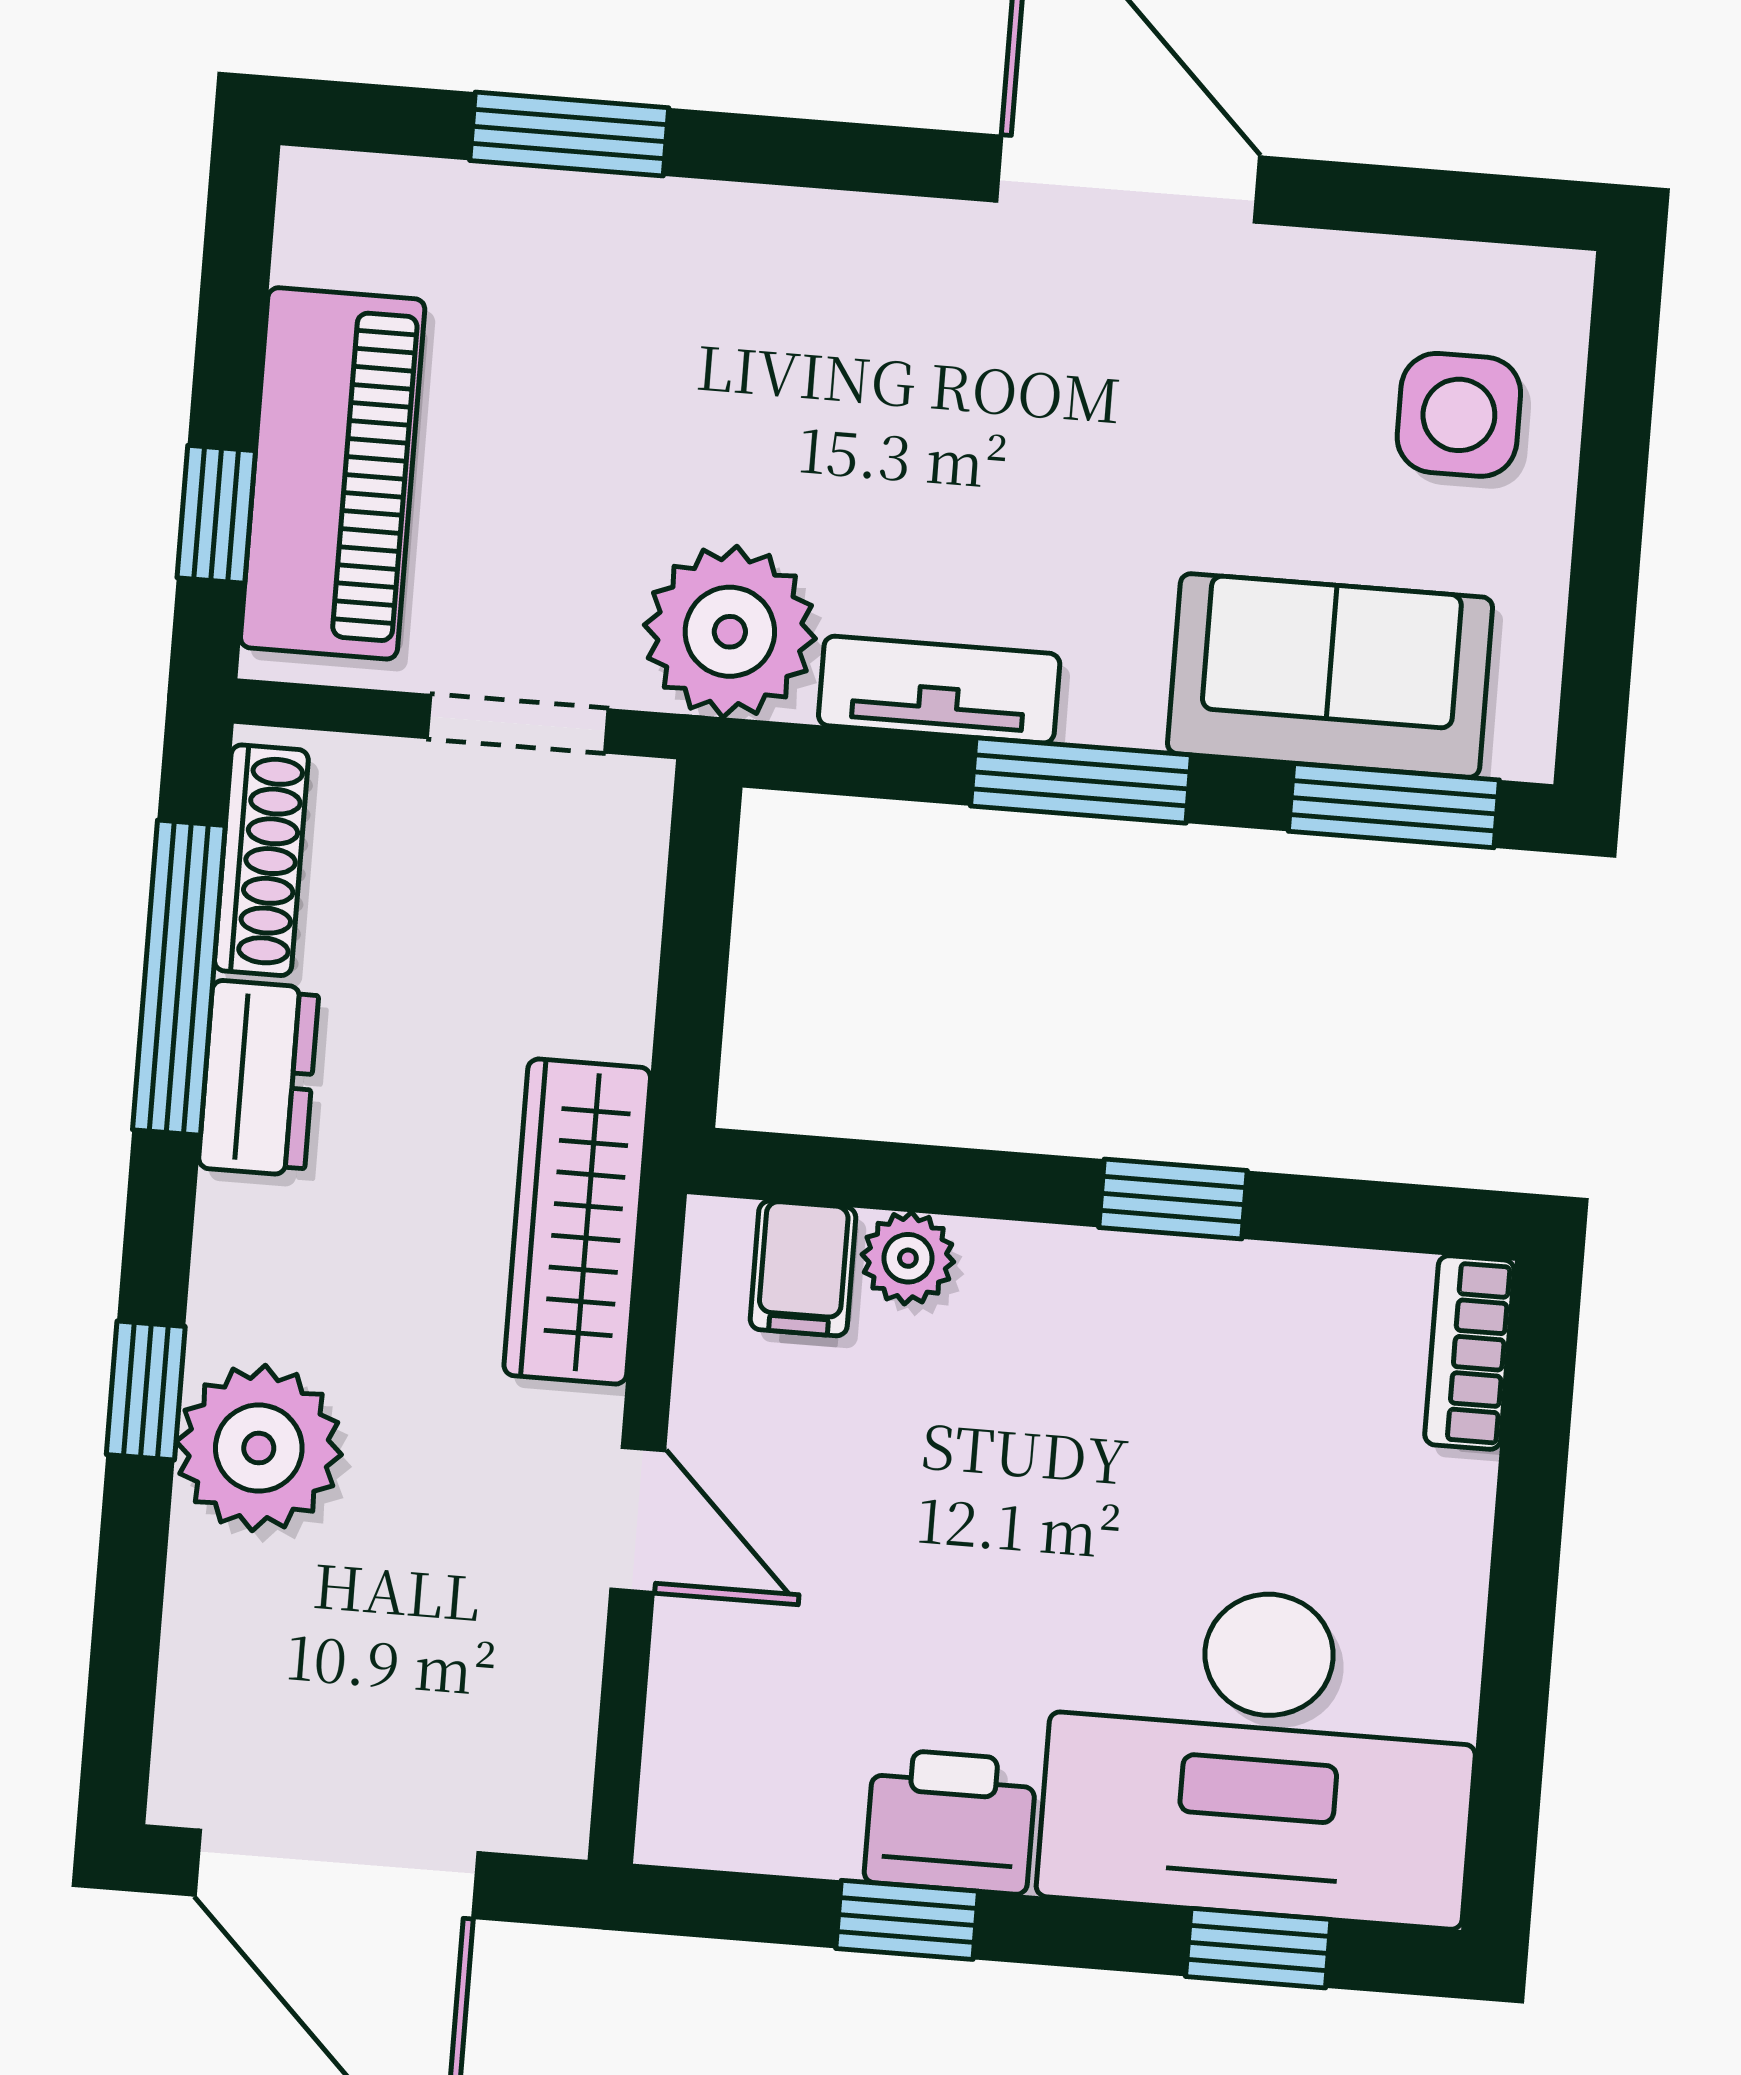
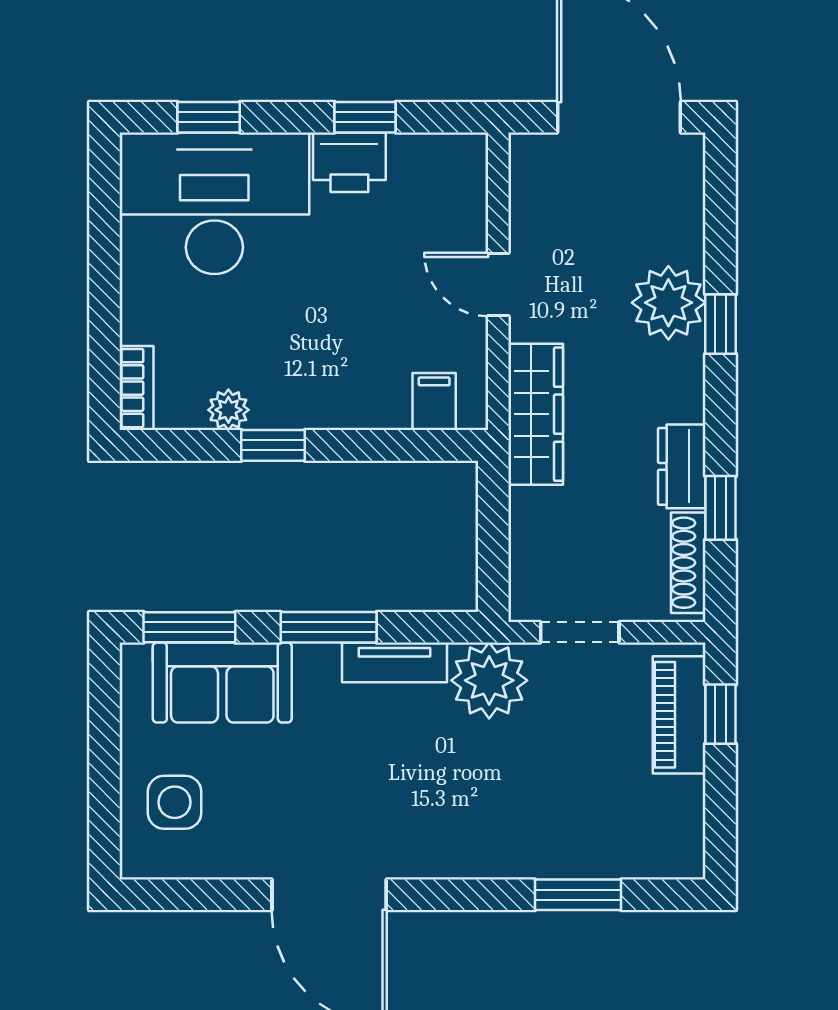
piano: (333, 473) -> (679, 715), width x0.73, depth x0.75
window: (179, 978) -> (720, 508), width x0.46
plant: (908, 1258) -> (228, 410), moved

